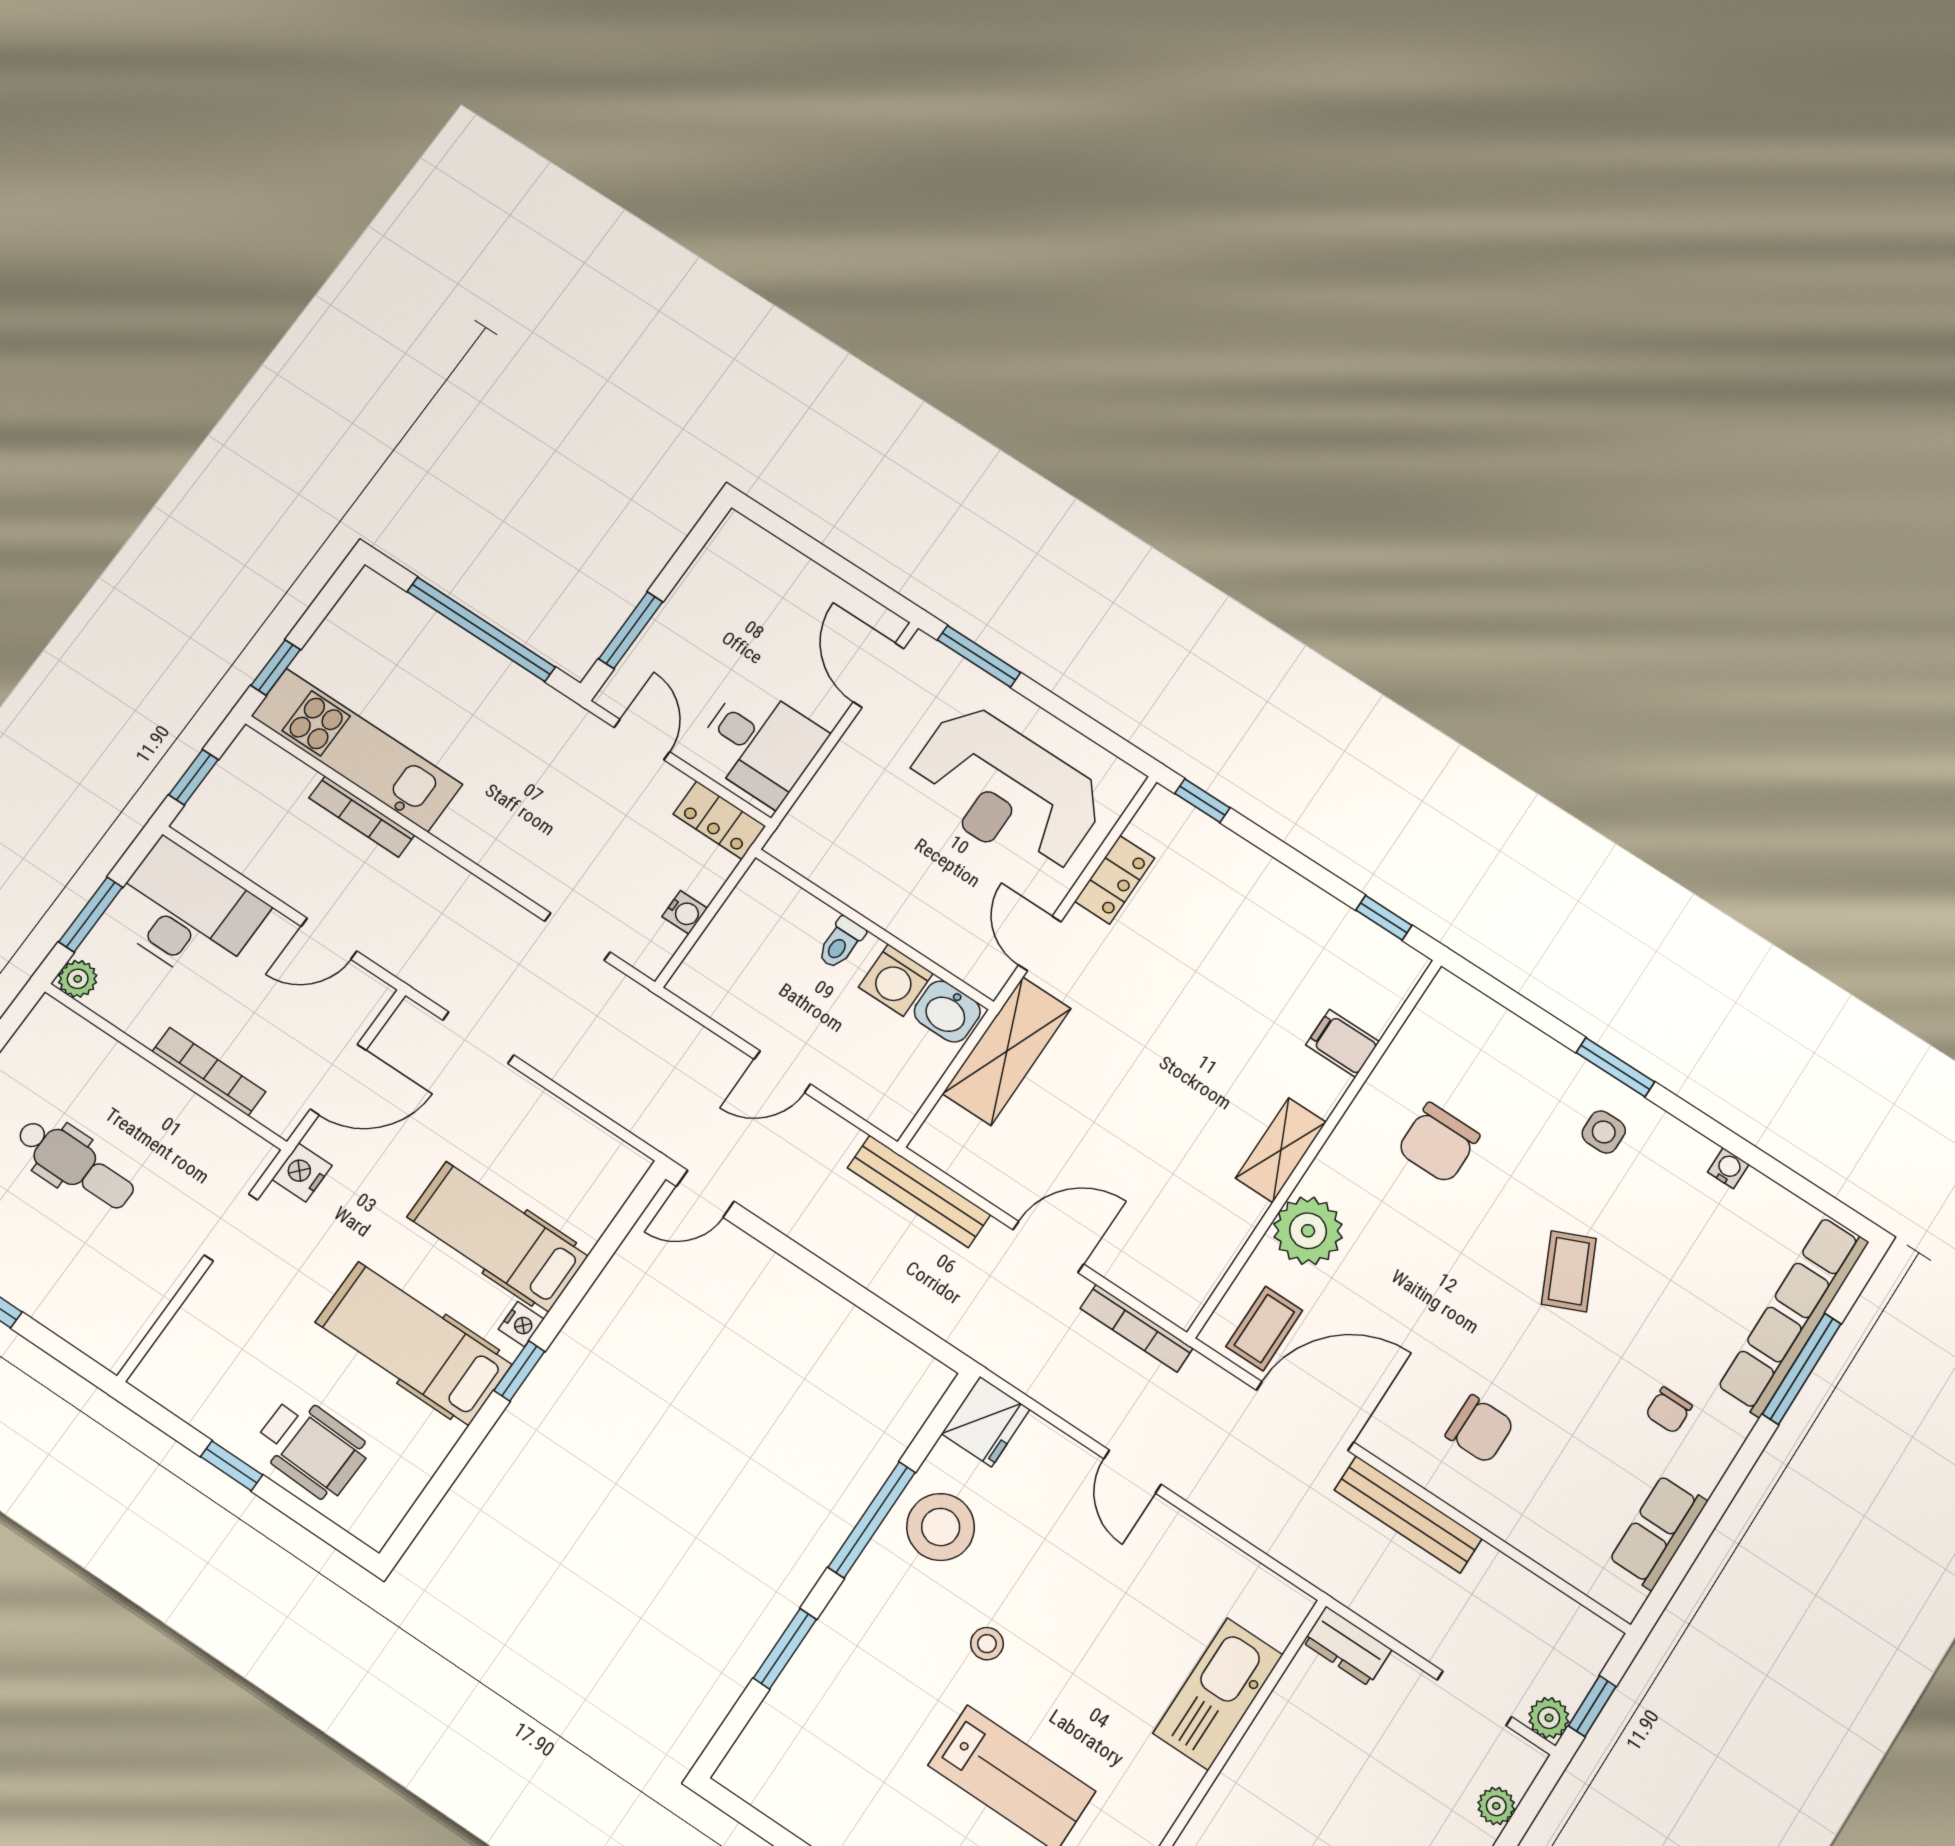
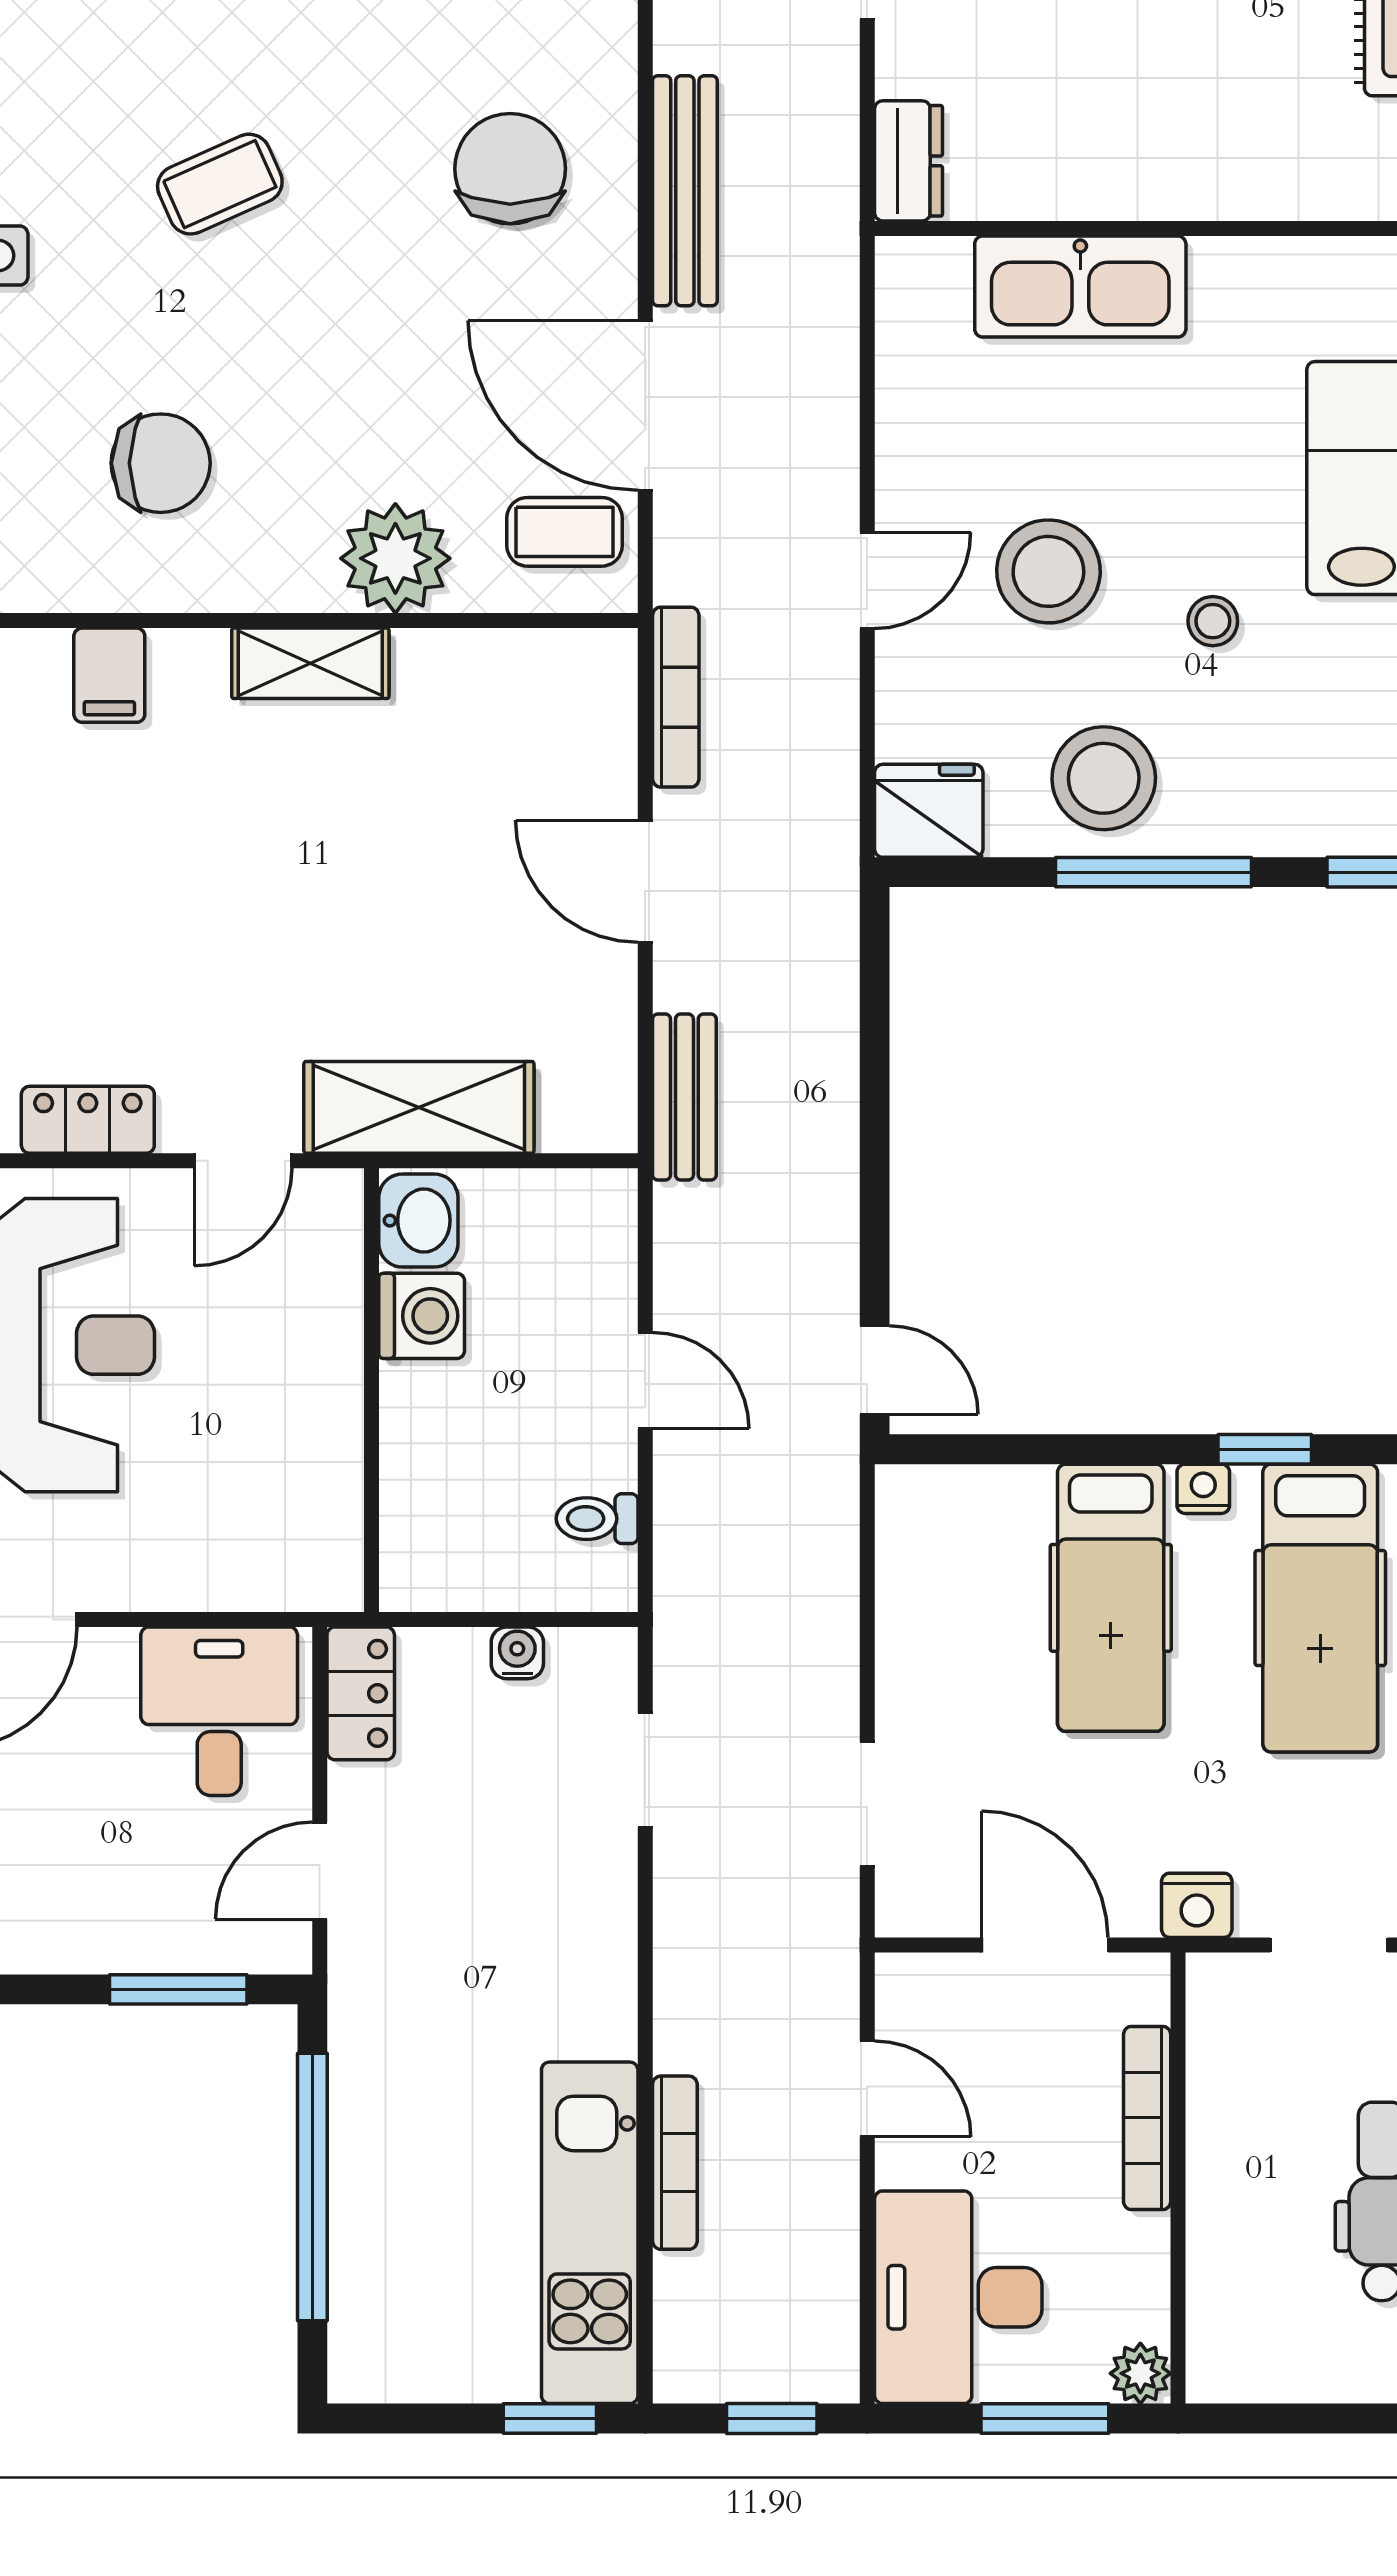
toilet: (841, 943) -> (597, 1519), moved, turned 180
bench: (919, 1191) -> (684, 1097), width x0.73
chair: (1480, 1429) -> (510, 169), width x1.37, depth x1.37
stool: (1073, 1572) -> (1048, 571), added

